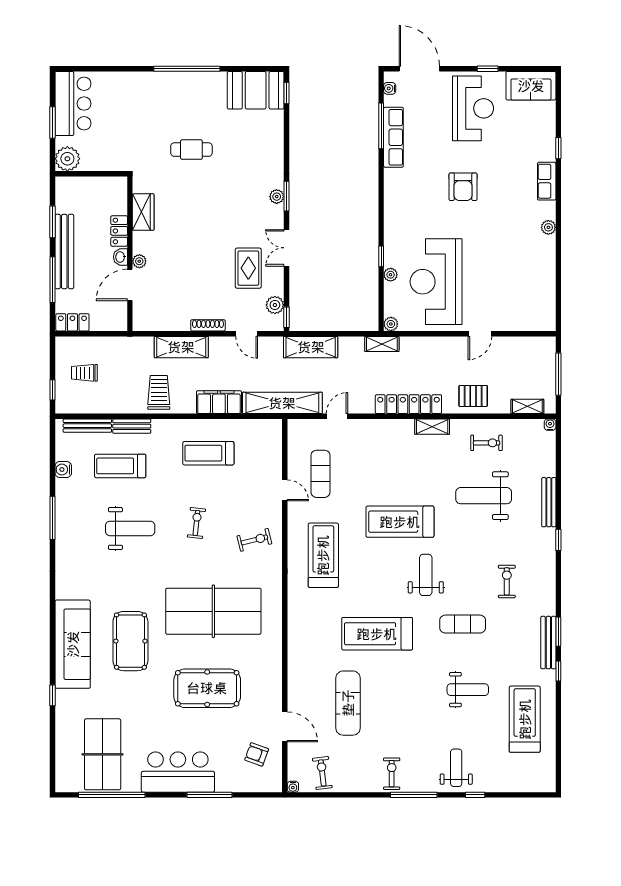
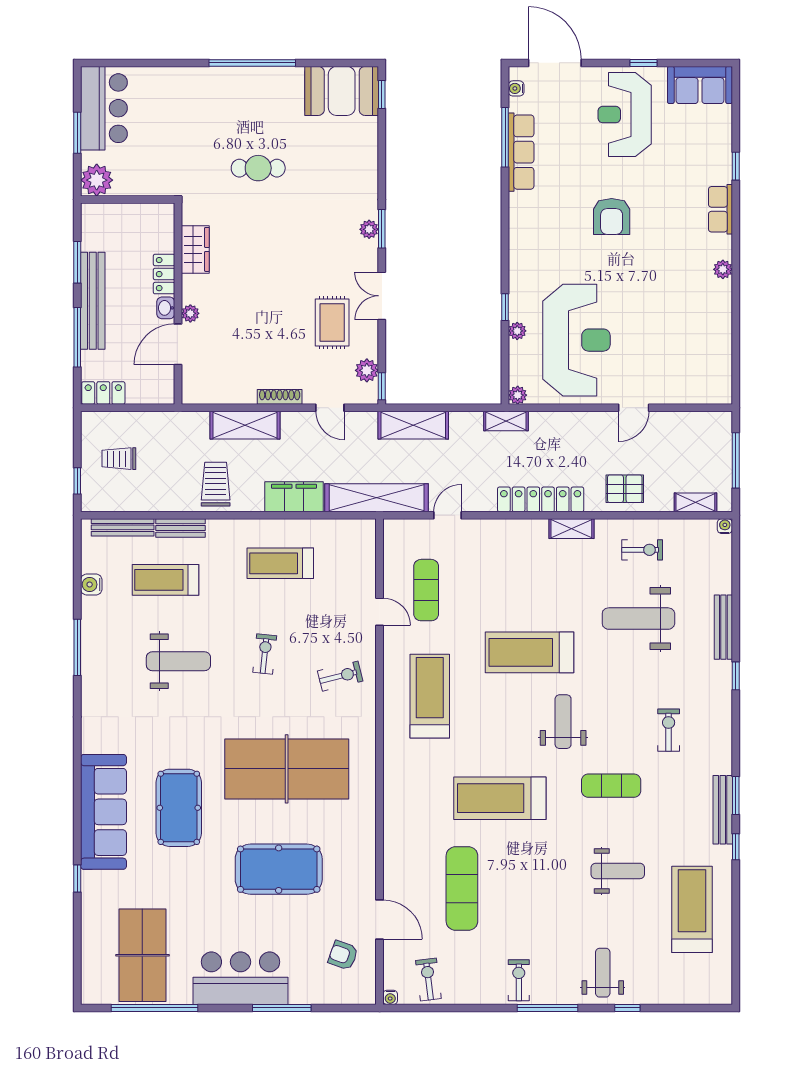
reception desk: (473, 108) -> (625, 115), turned 180
reception desk: (436, 282) -> (576, 340), turned 180

